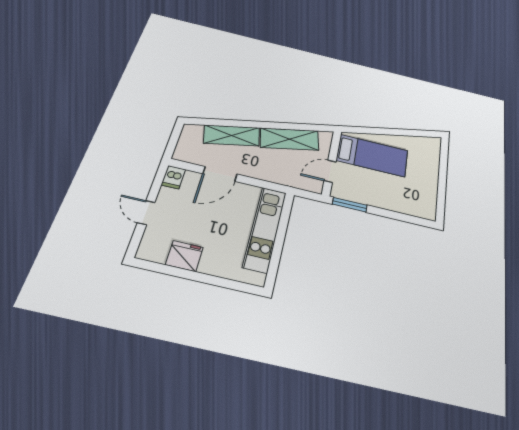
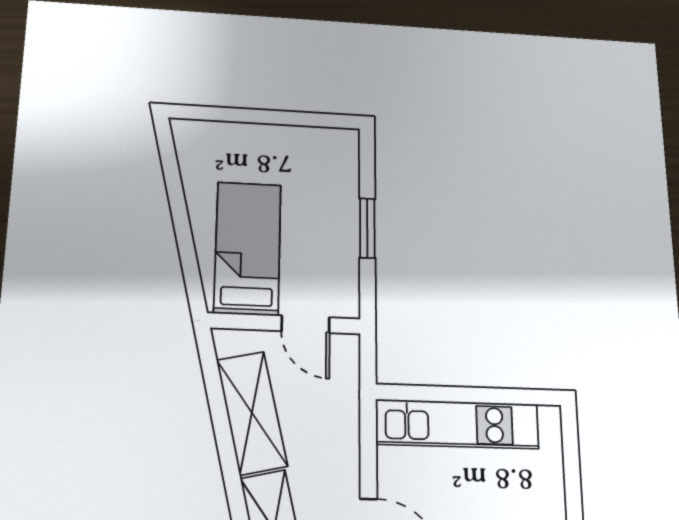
window: (350, 205) -> (367, 228), moved

